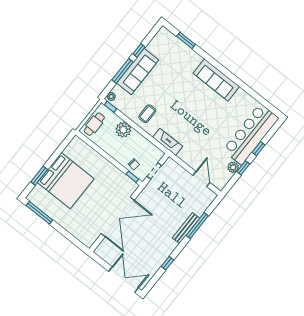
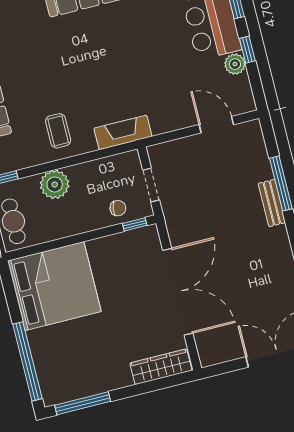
window: (39, 176) -> (27, 361), width x2.11
bed: (66, 181) -> (54, 286), moved
bench: (186, 228) -> (272, 203), width x0.73
wardrobe: (80, 234) -> (161, 367), added

